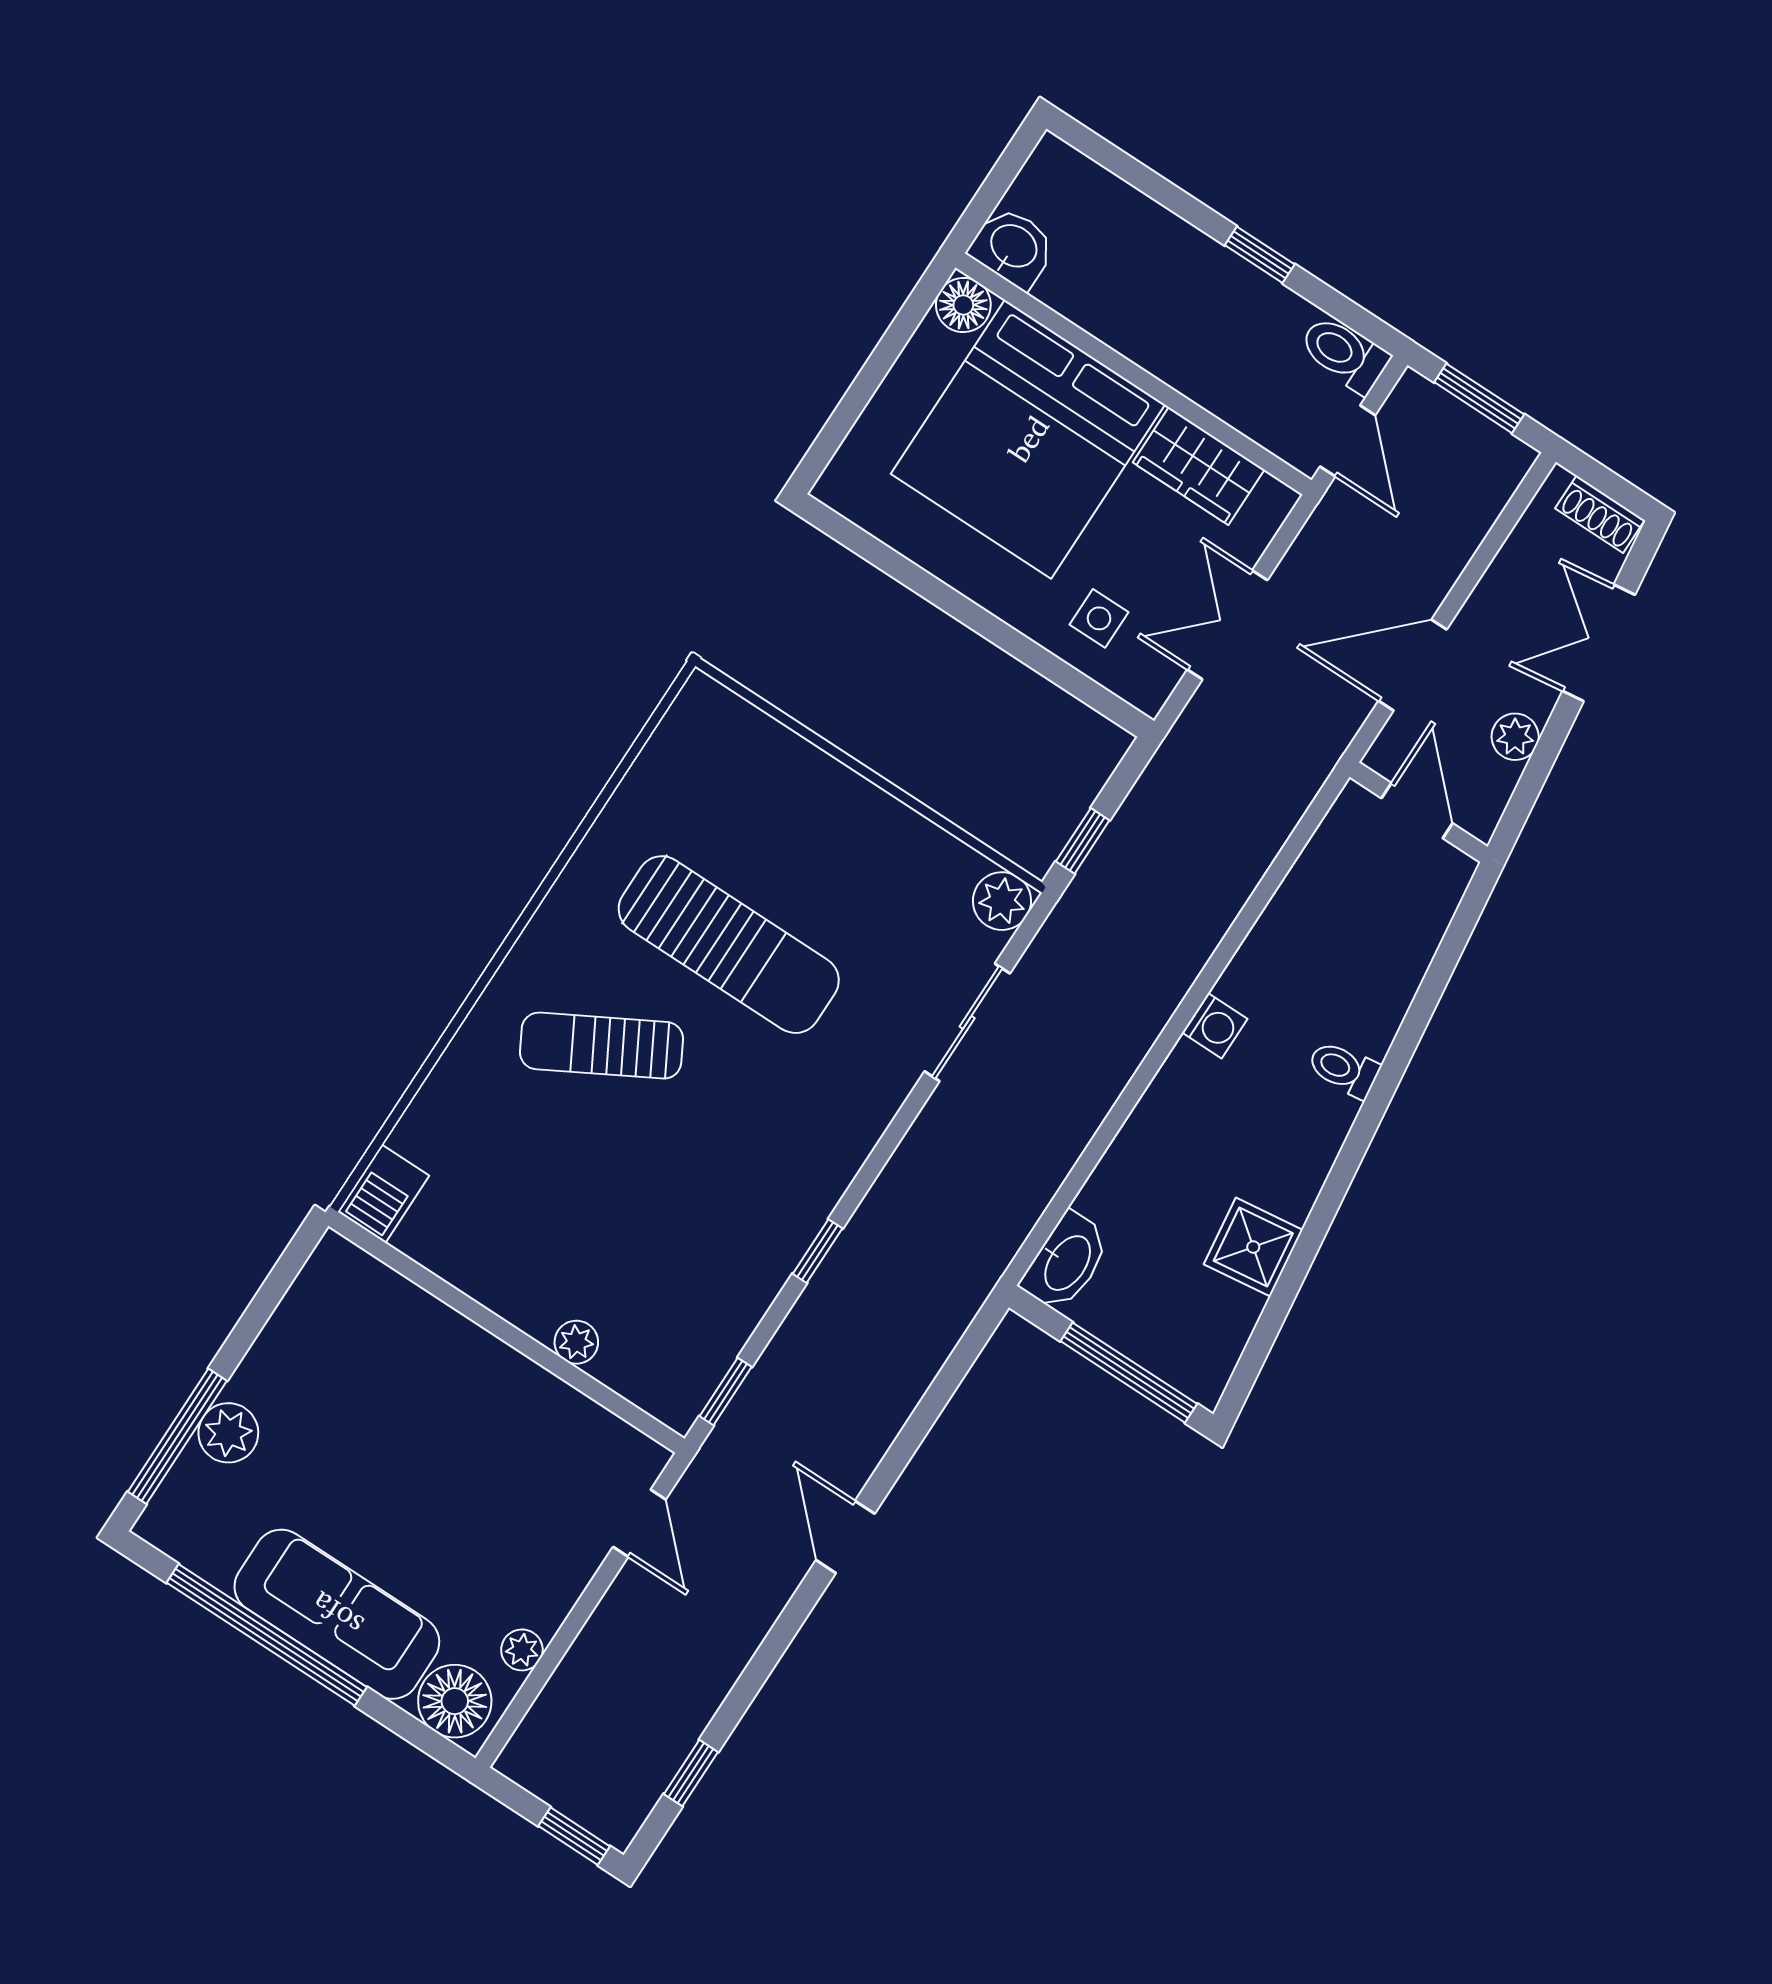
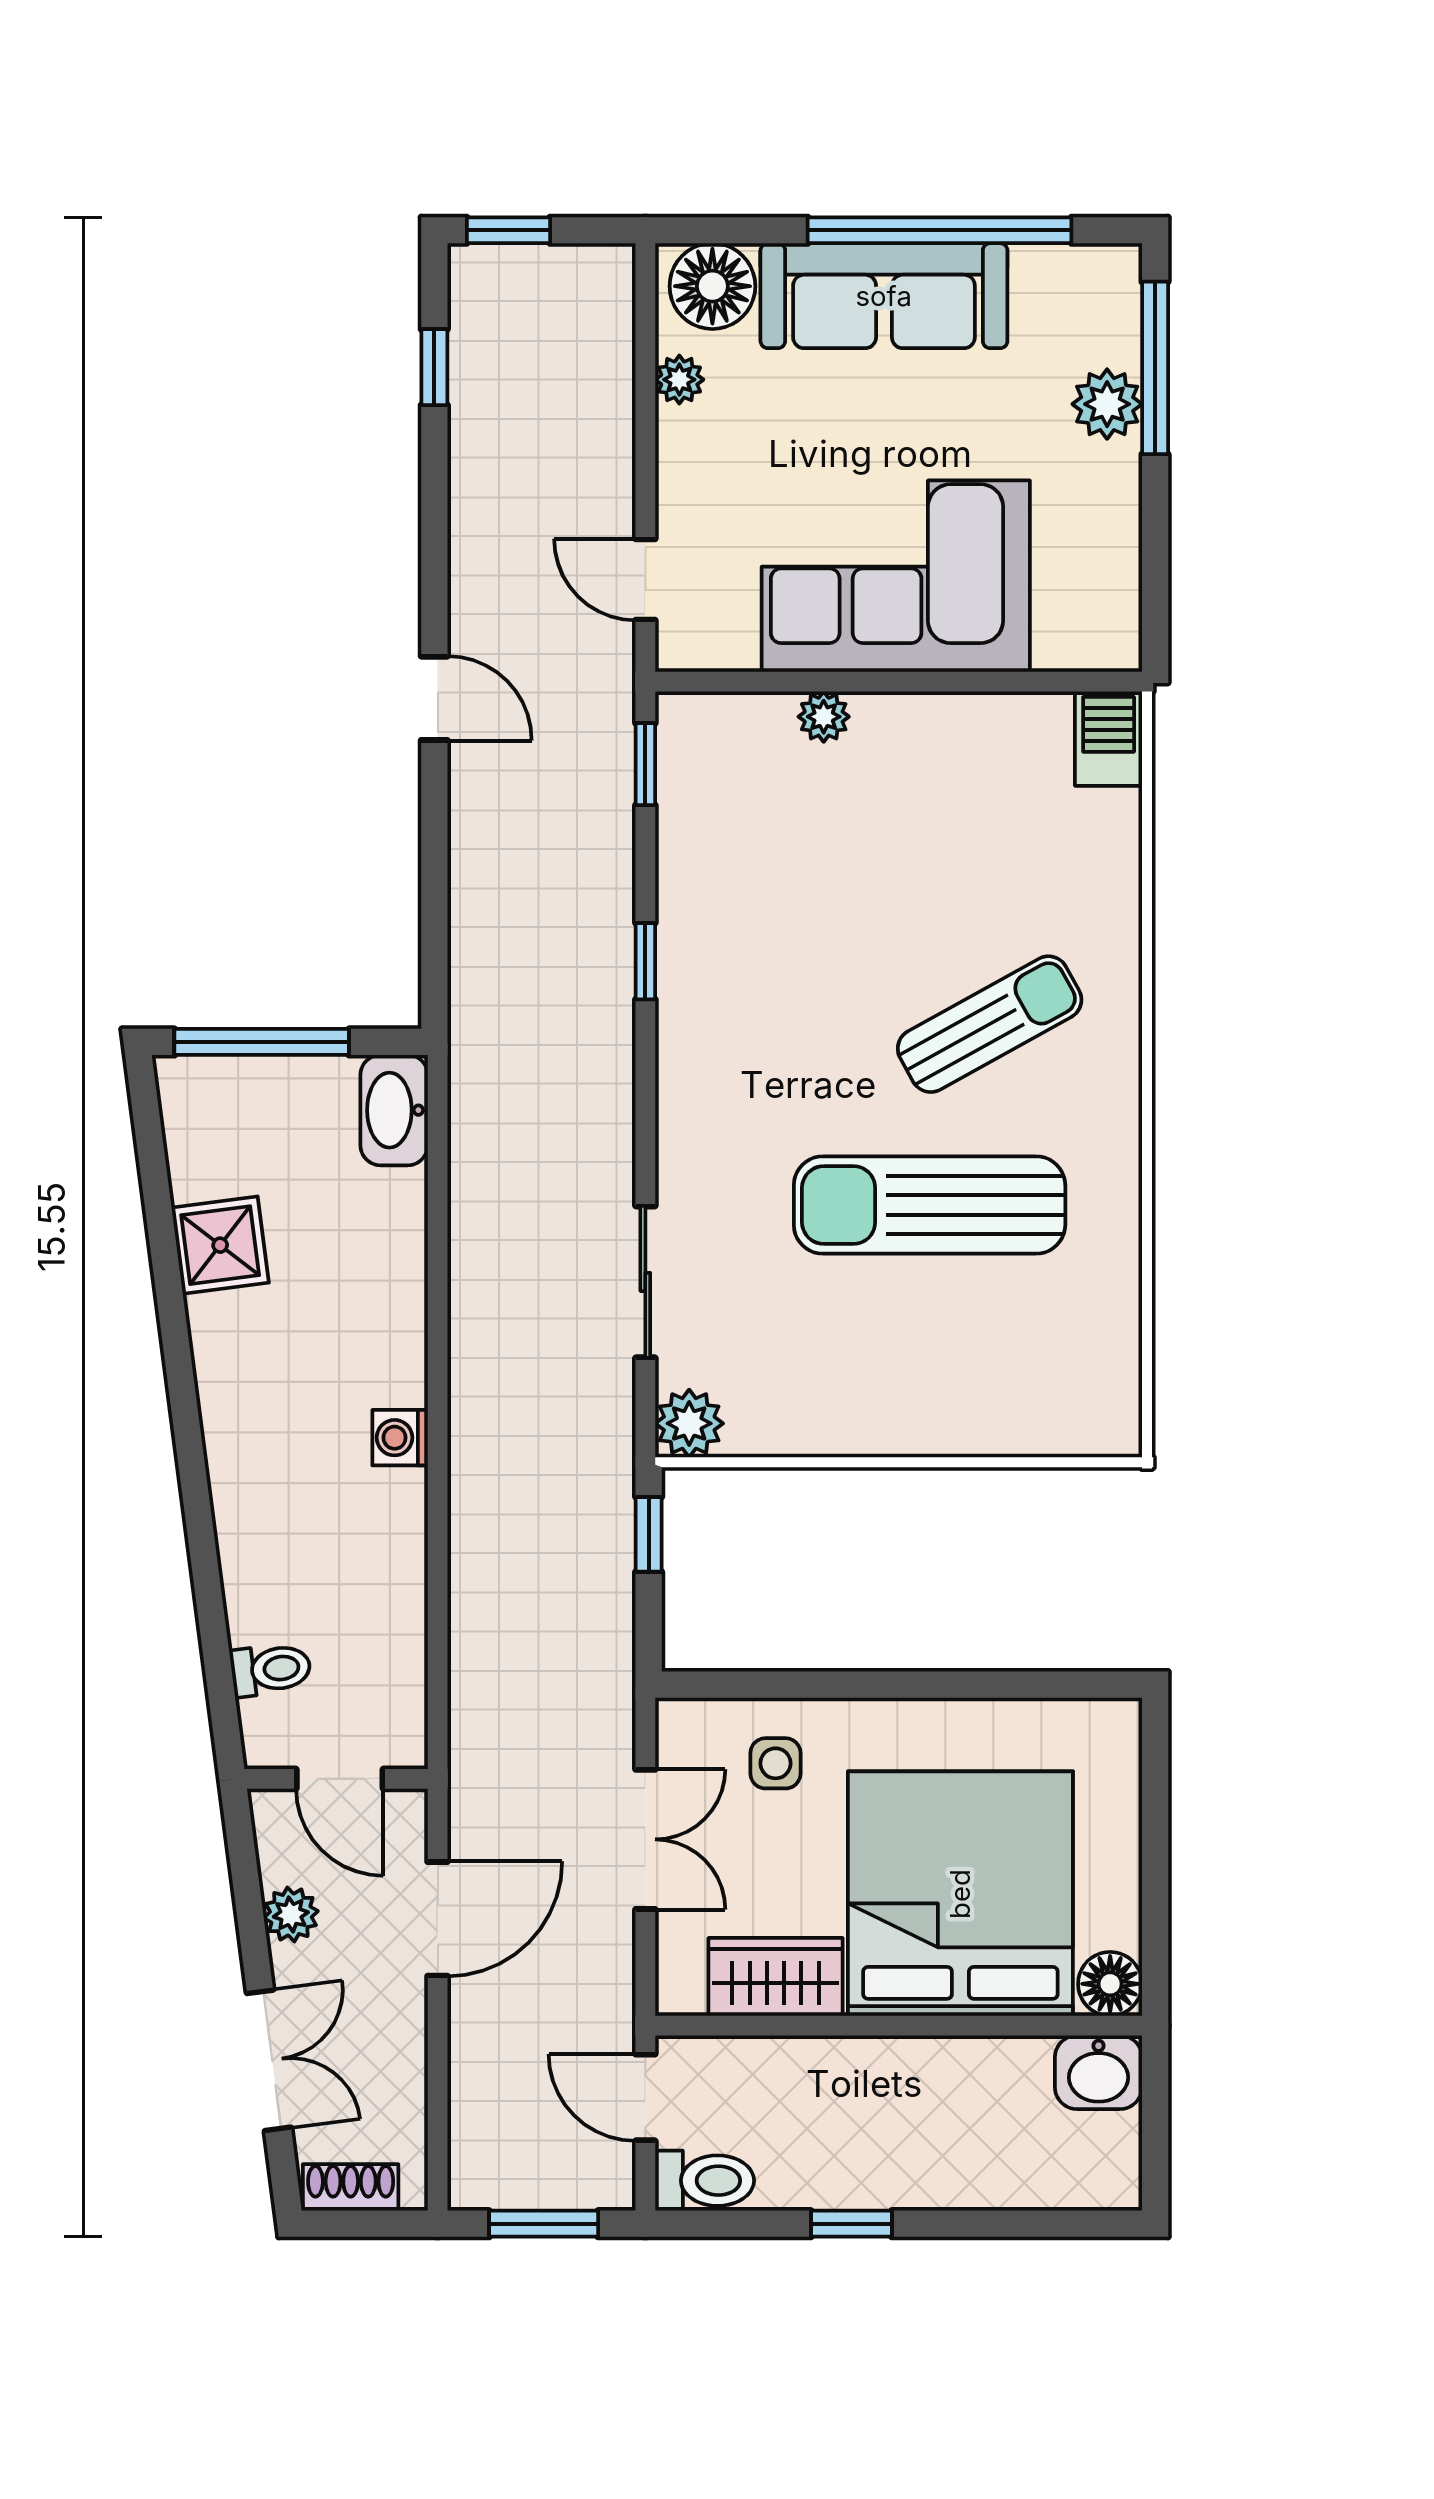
toilet: (1344, 1069) -> (271, 1669), moved
corner sofa: (459, 1409) -> (896, 576), added

